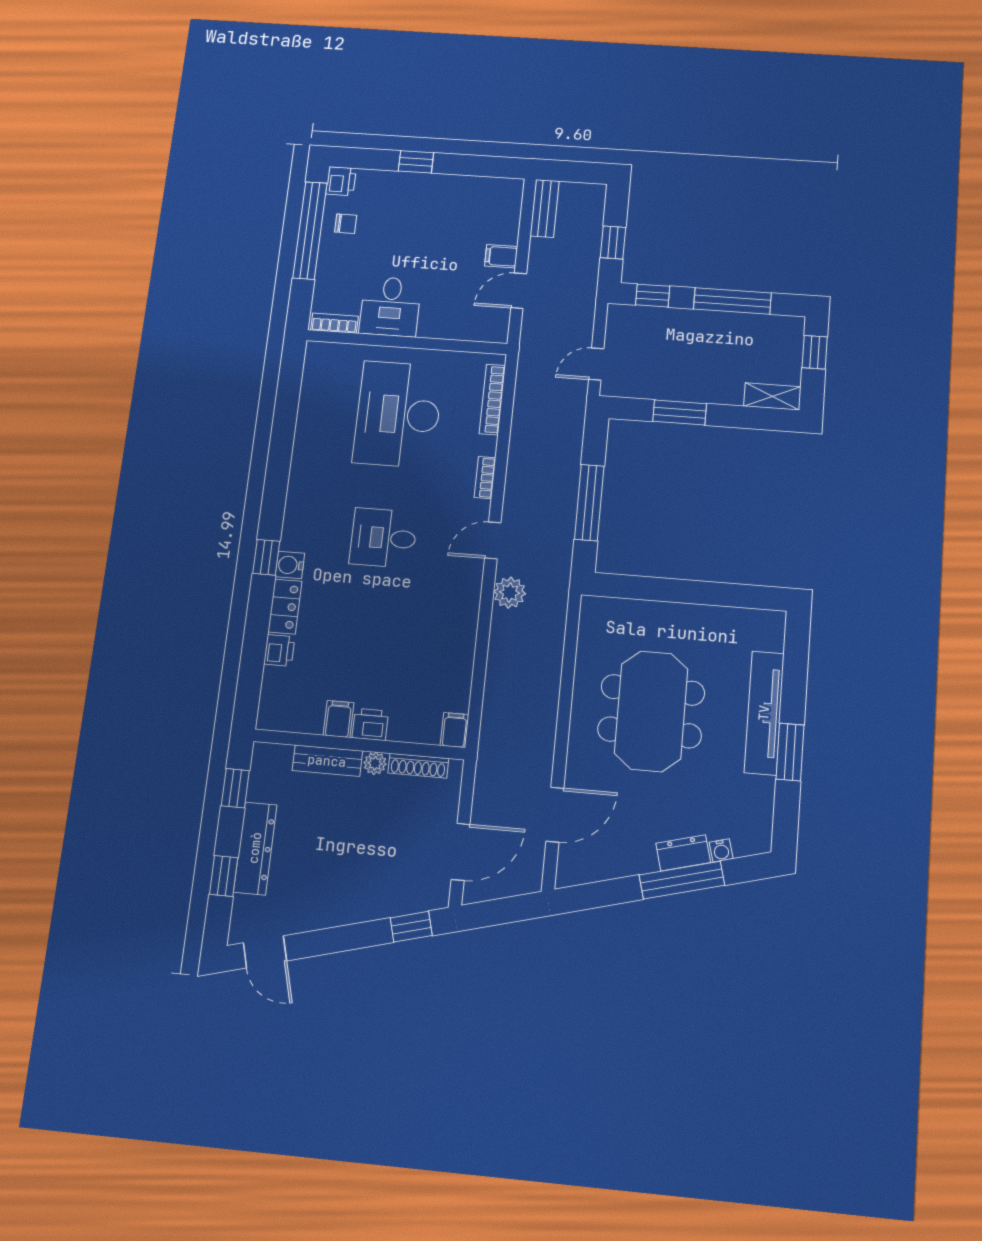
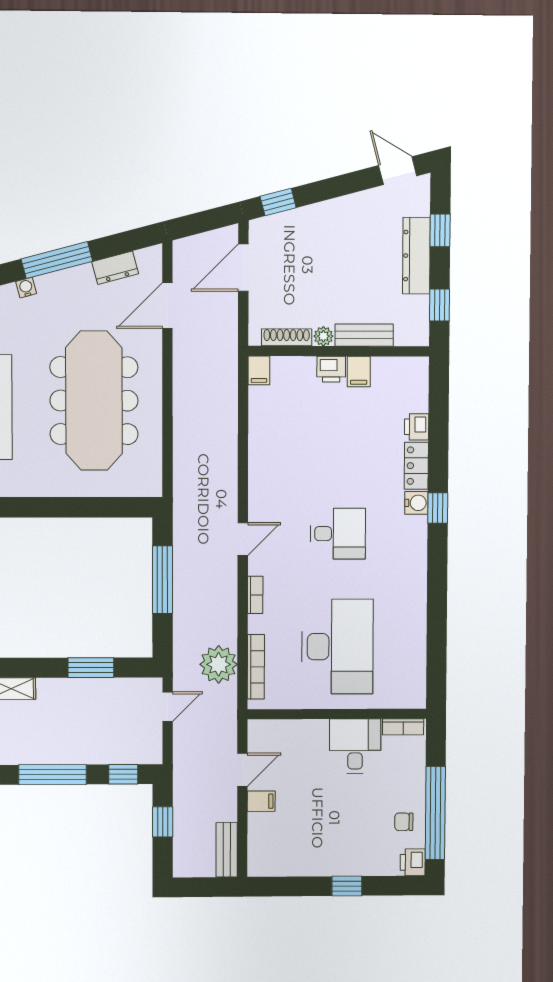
plant: (510, 593) -> (219, 664), moved, width x1.36, depth x1.36
meeting table: (651, 711) -> (94, 401), width x1.36
dresser: (683, 853) -> (115, 268), moved

